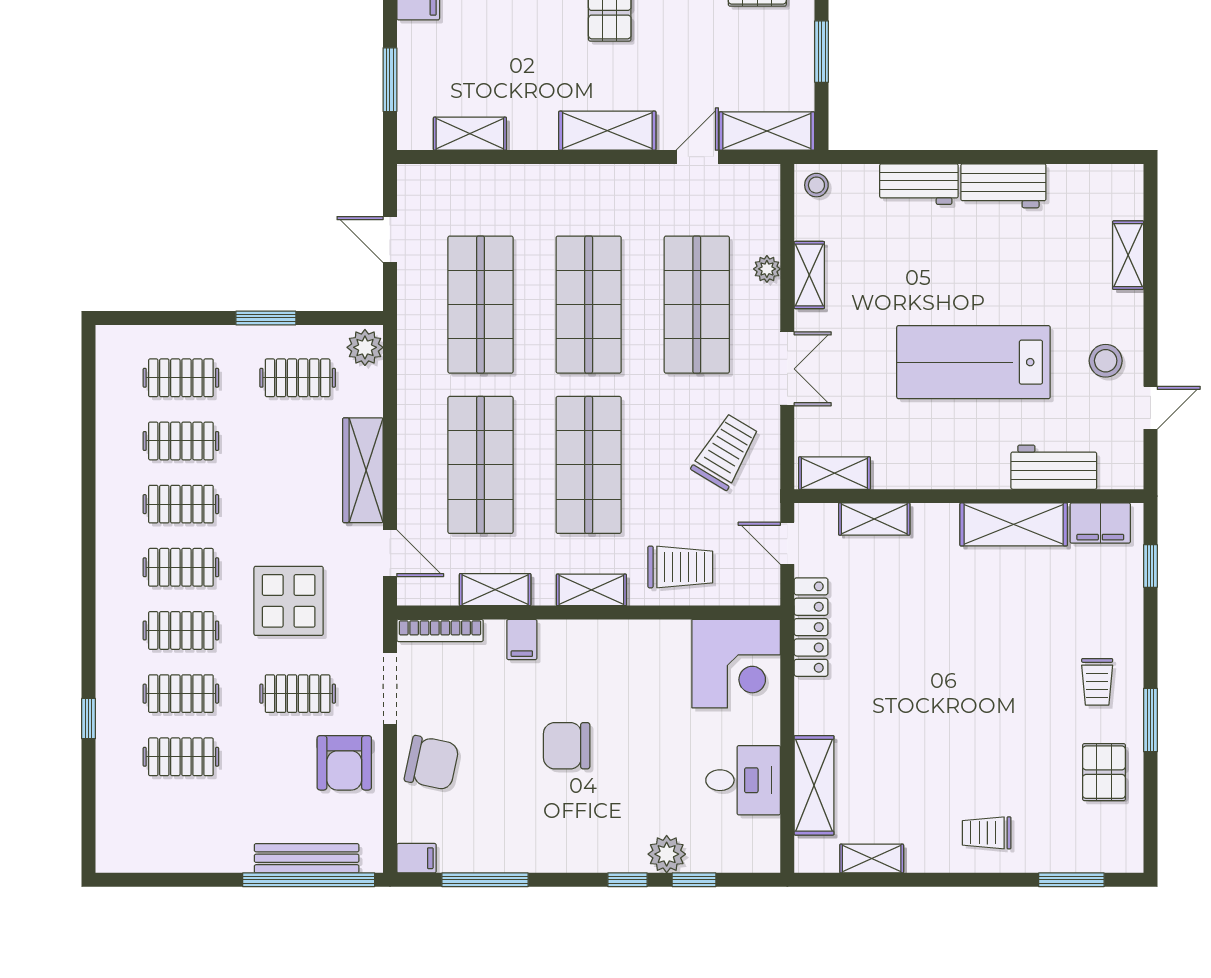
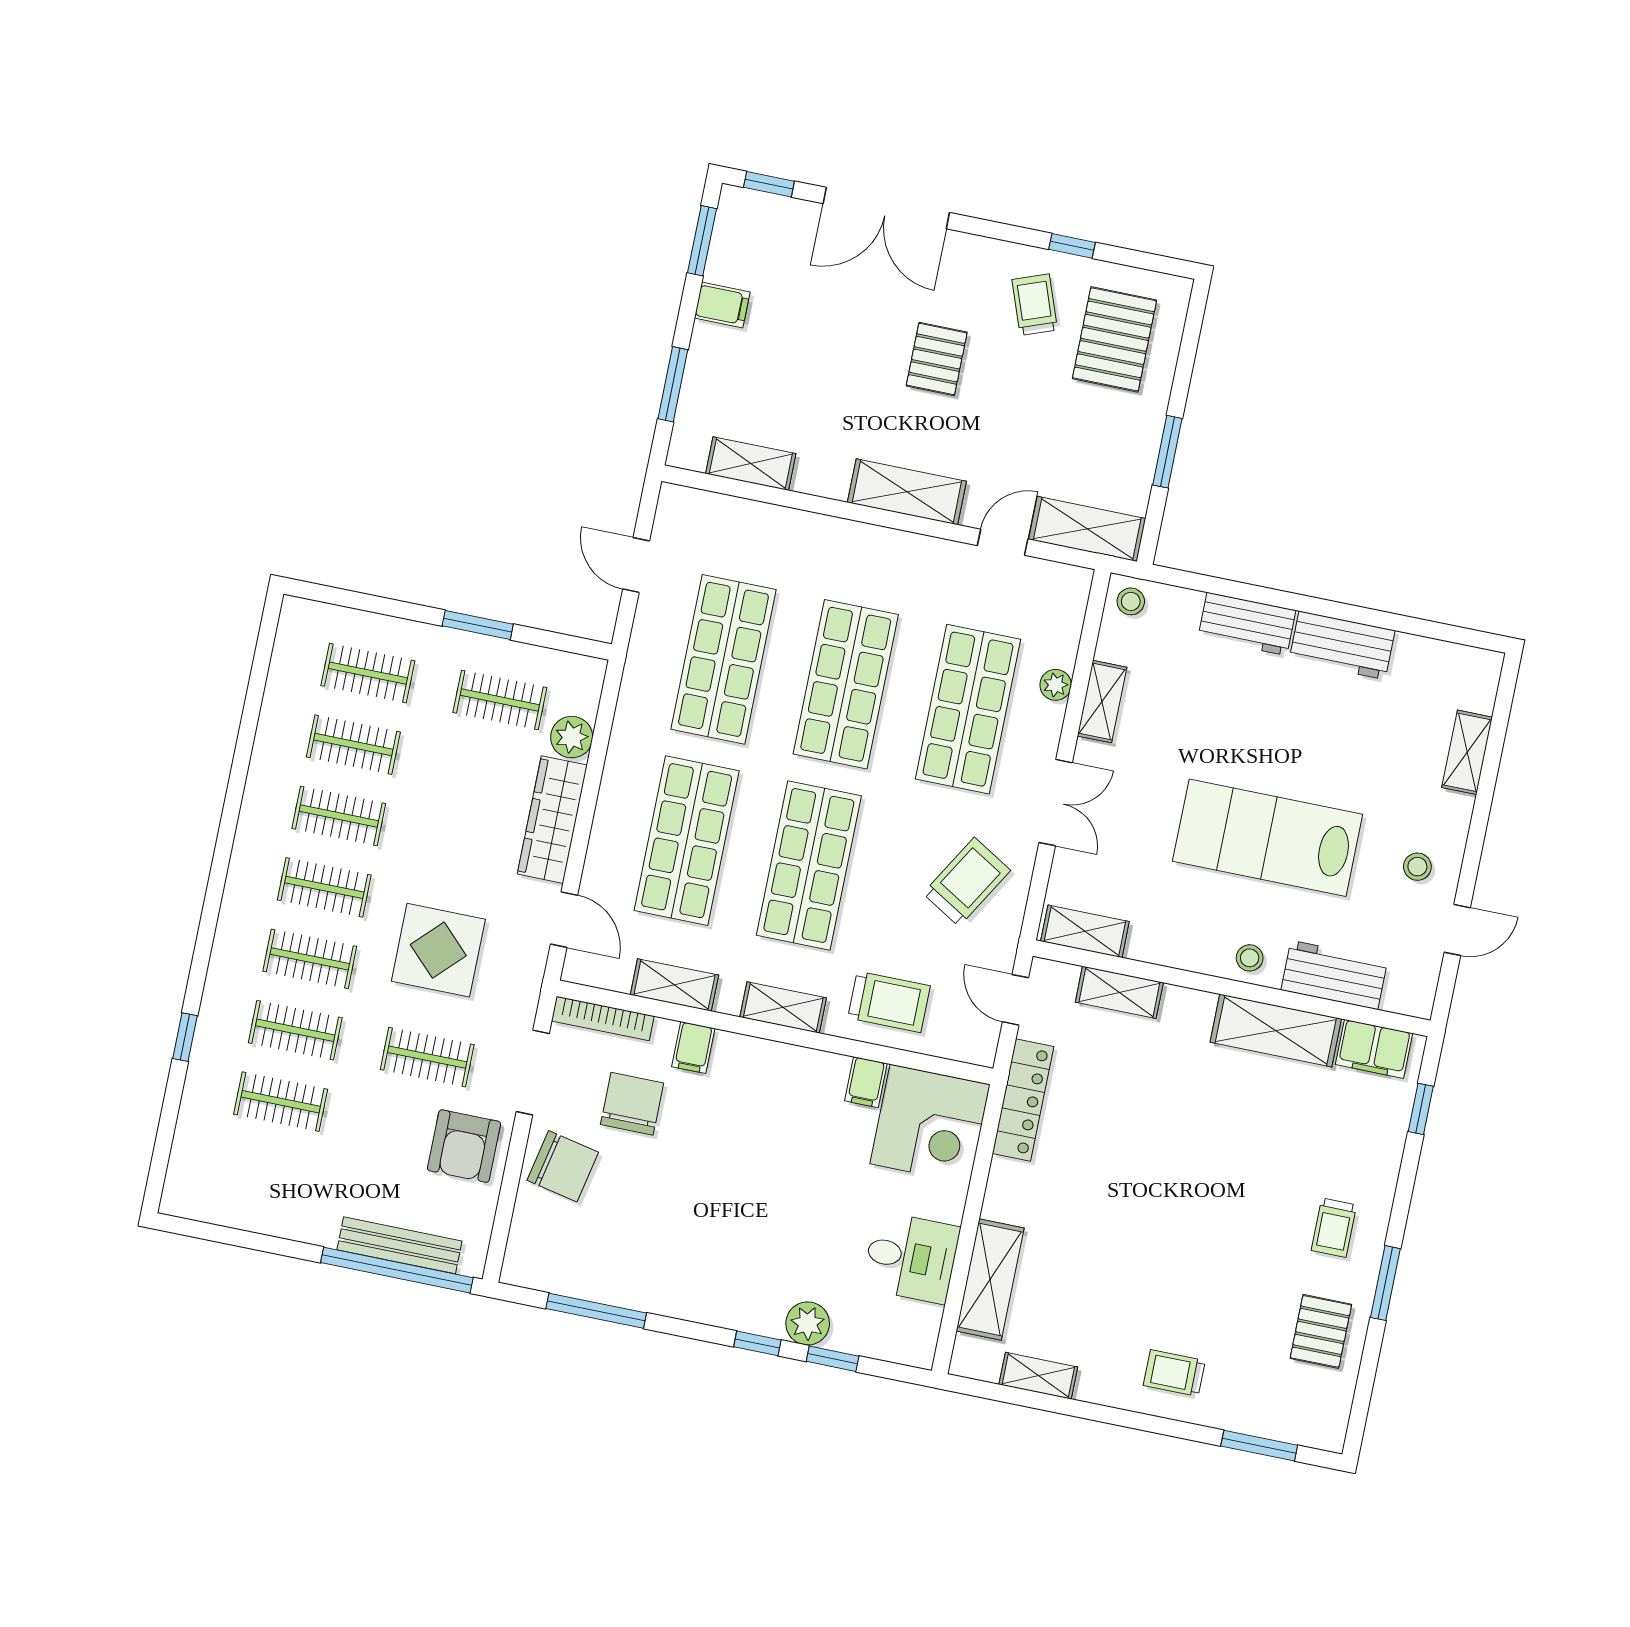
plant: (365, 347) -> (572, 737), moved
stool: (1106, 361) -> (1417, 867), width x0.73, depth x0.73
stool: (979, 467) -> (1250, 958), added
chair: (567, 746) -> (632, 1104), moved, turned 90
filing cabinet: (416, 858) -> (866, 1082), moved, turned 90

